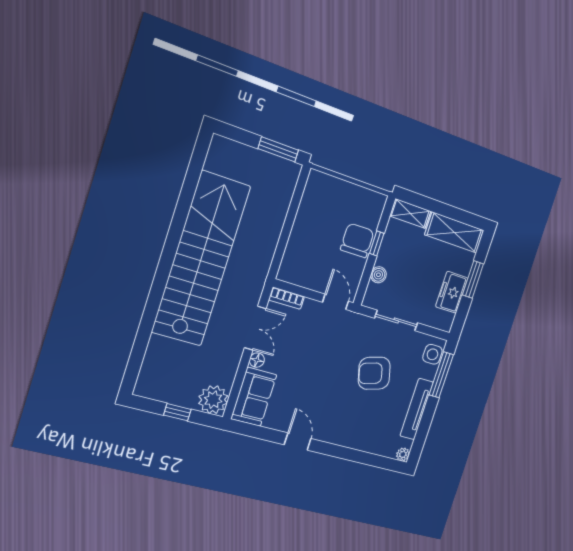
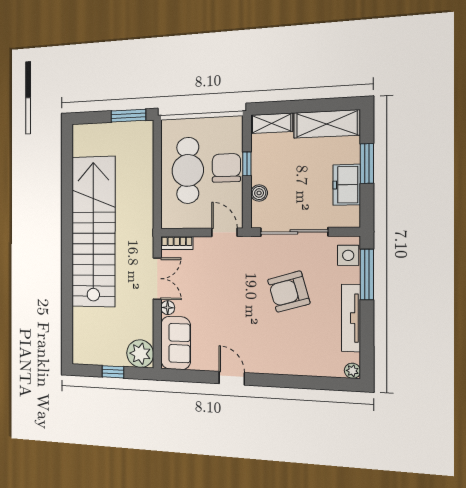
cafe table: (320, 230) -> (188, 170), added
sliding door: (396, 320) -> (294, 232), width x1.37

